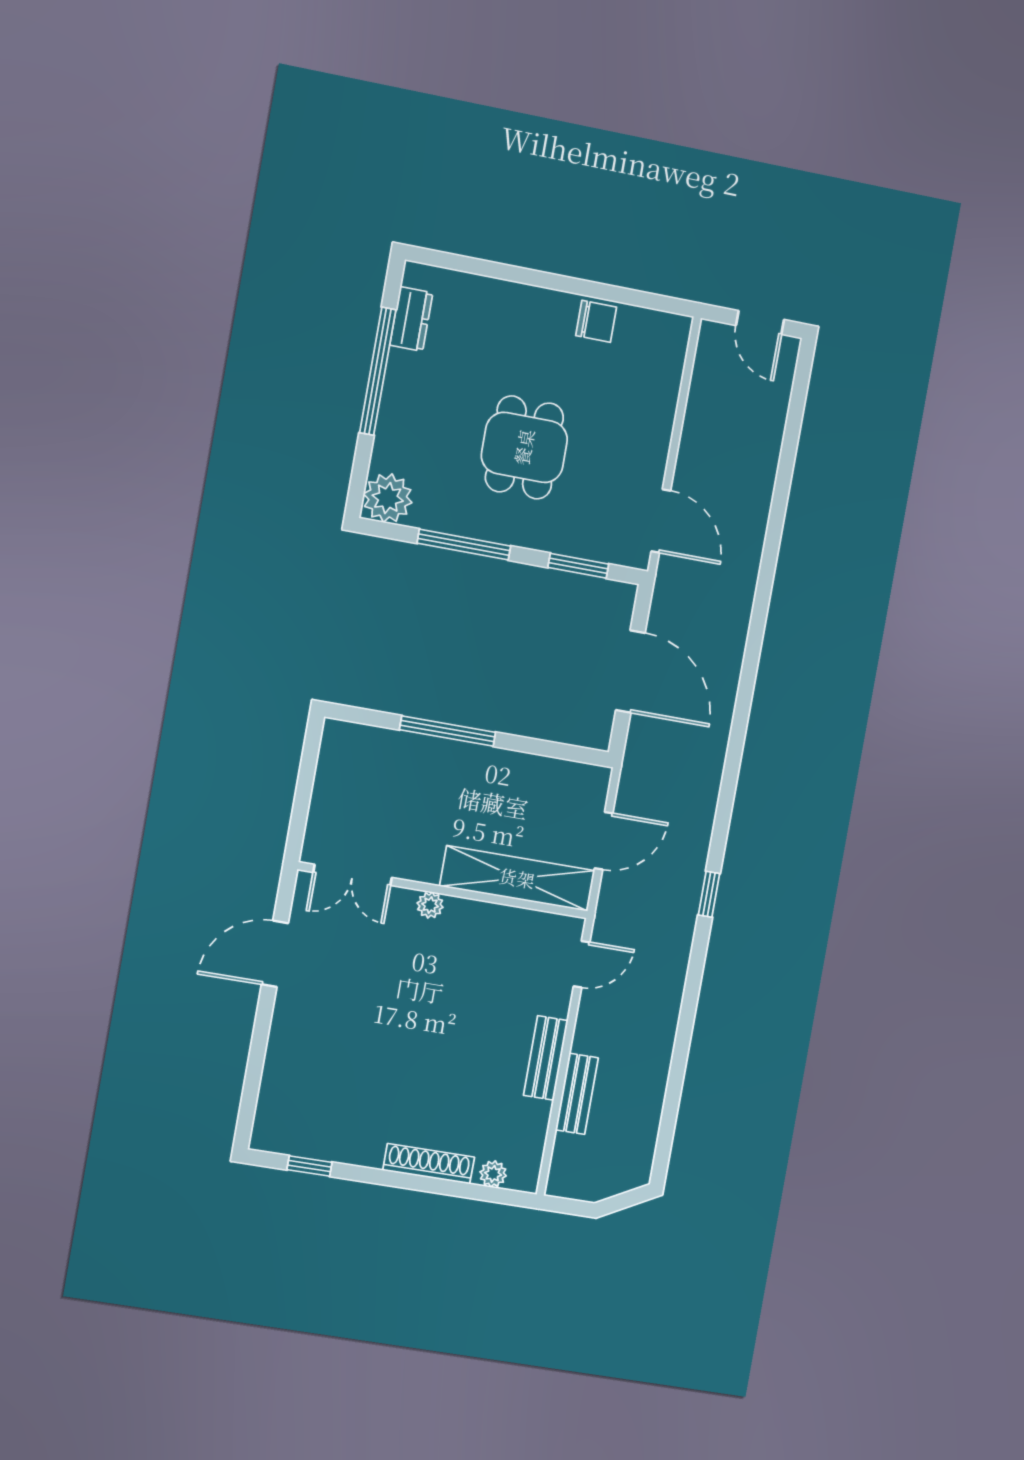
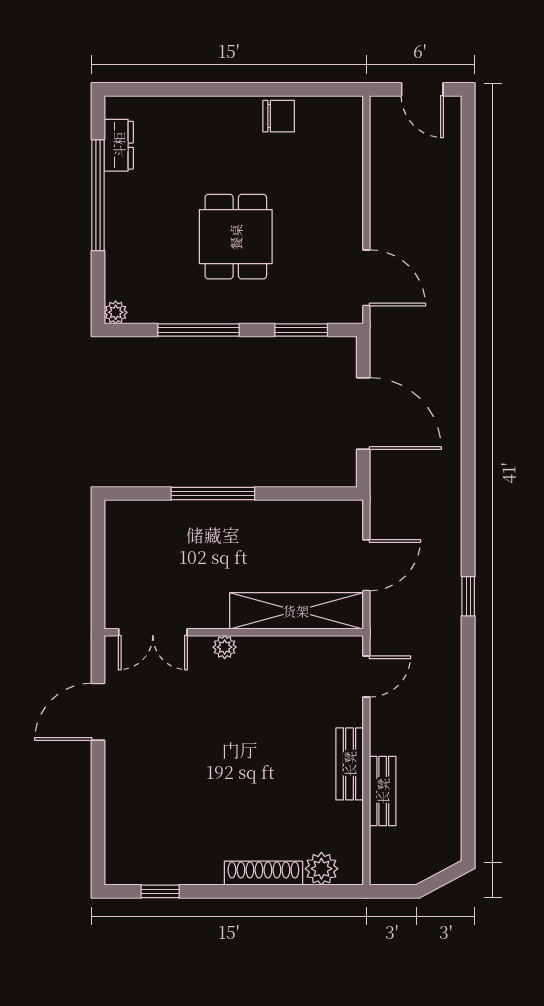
plant: (388, 498) -> (116, 312), width x0.53, depth x0.53
plant: (493, 1174) -> (321, 869), width x1.38, depth x1.38

